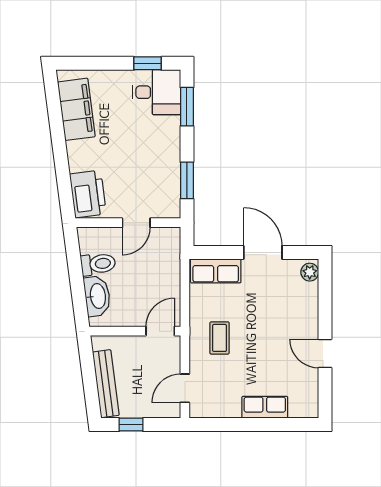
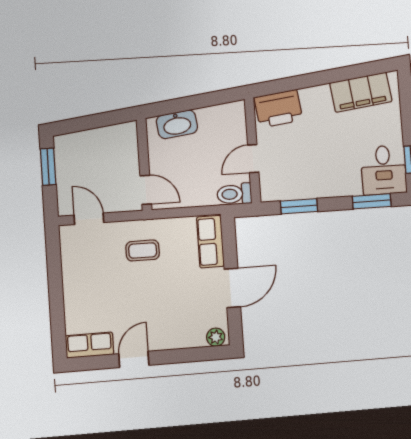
door: (136, 223) -> (253, 159), hinge flipped
toilet: (98, 264) -> (234, 194), moved, turned 97
bench: (106, 384) -> (89, 139), removed
row of seats: (265, 407) -> (90, 345), moved, turned -90
window: (131, 425) -> (48, 167), width x1.50

